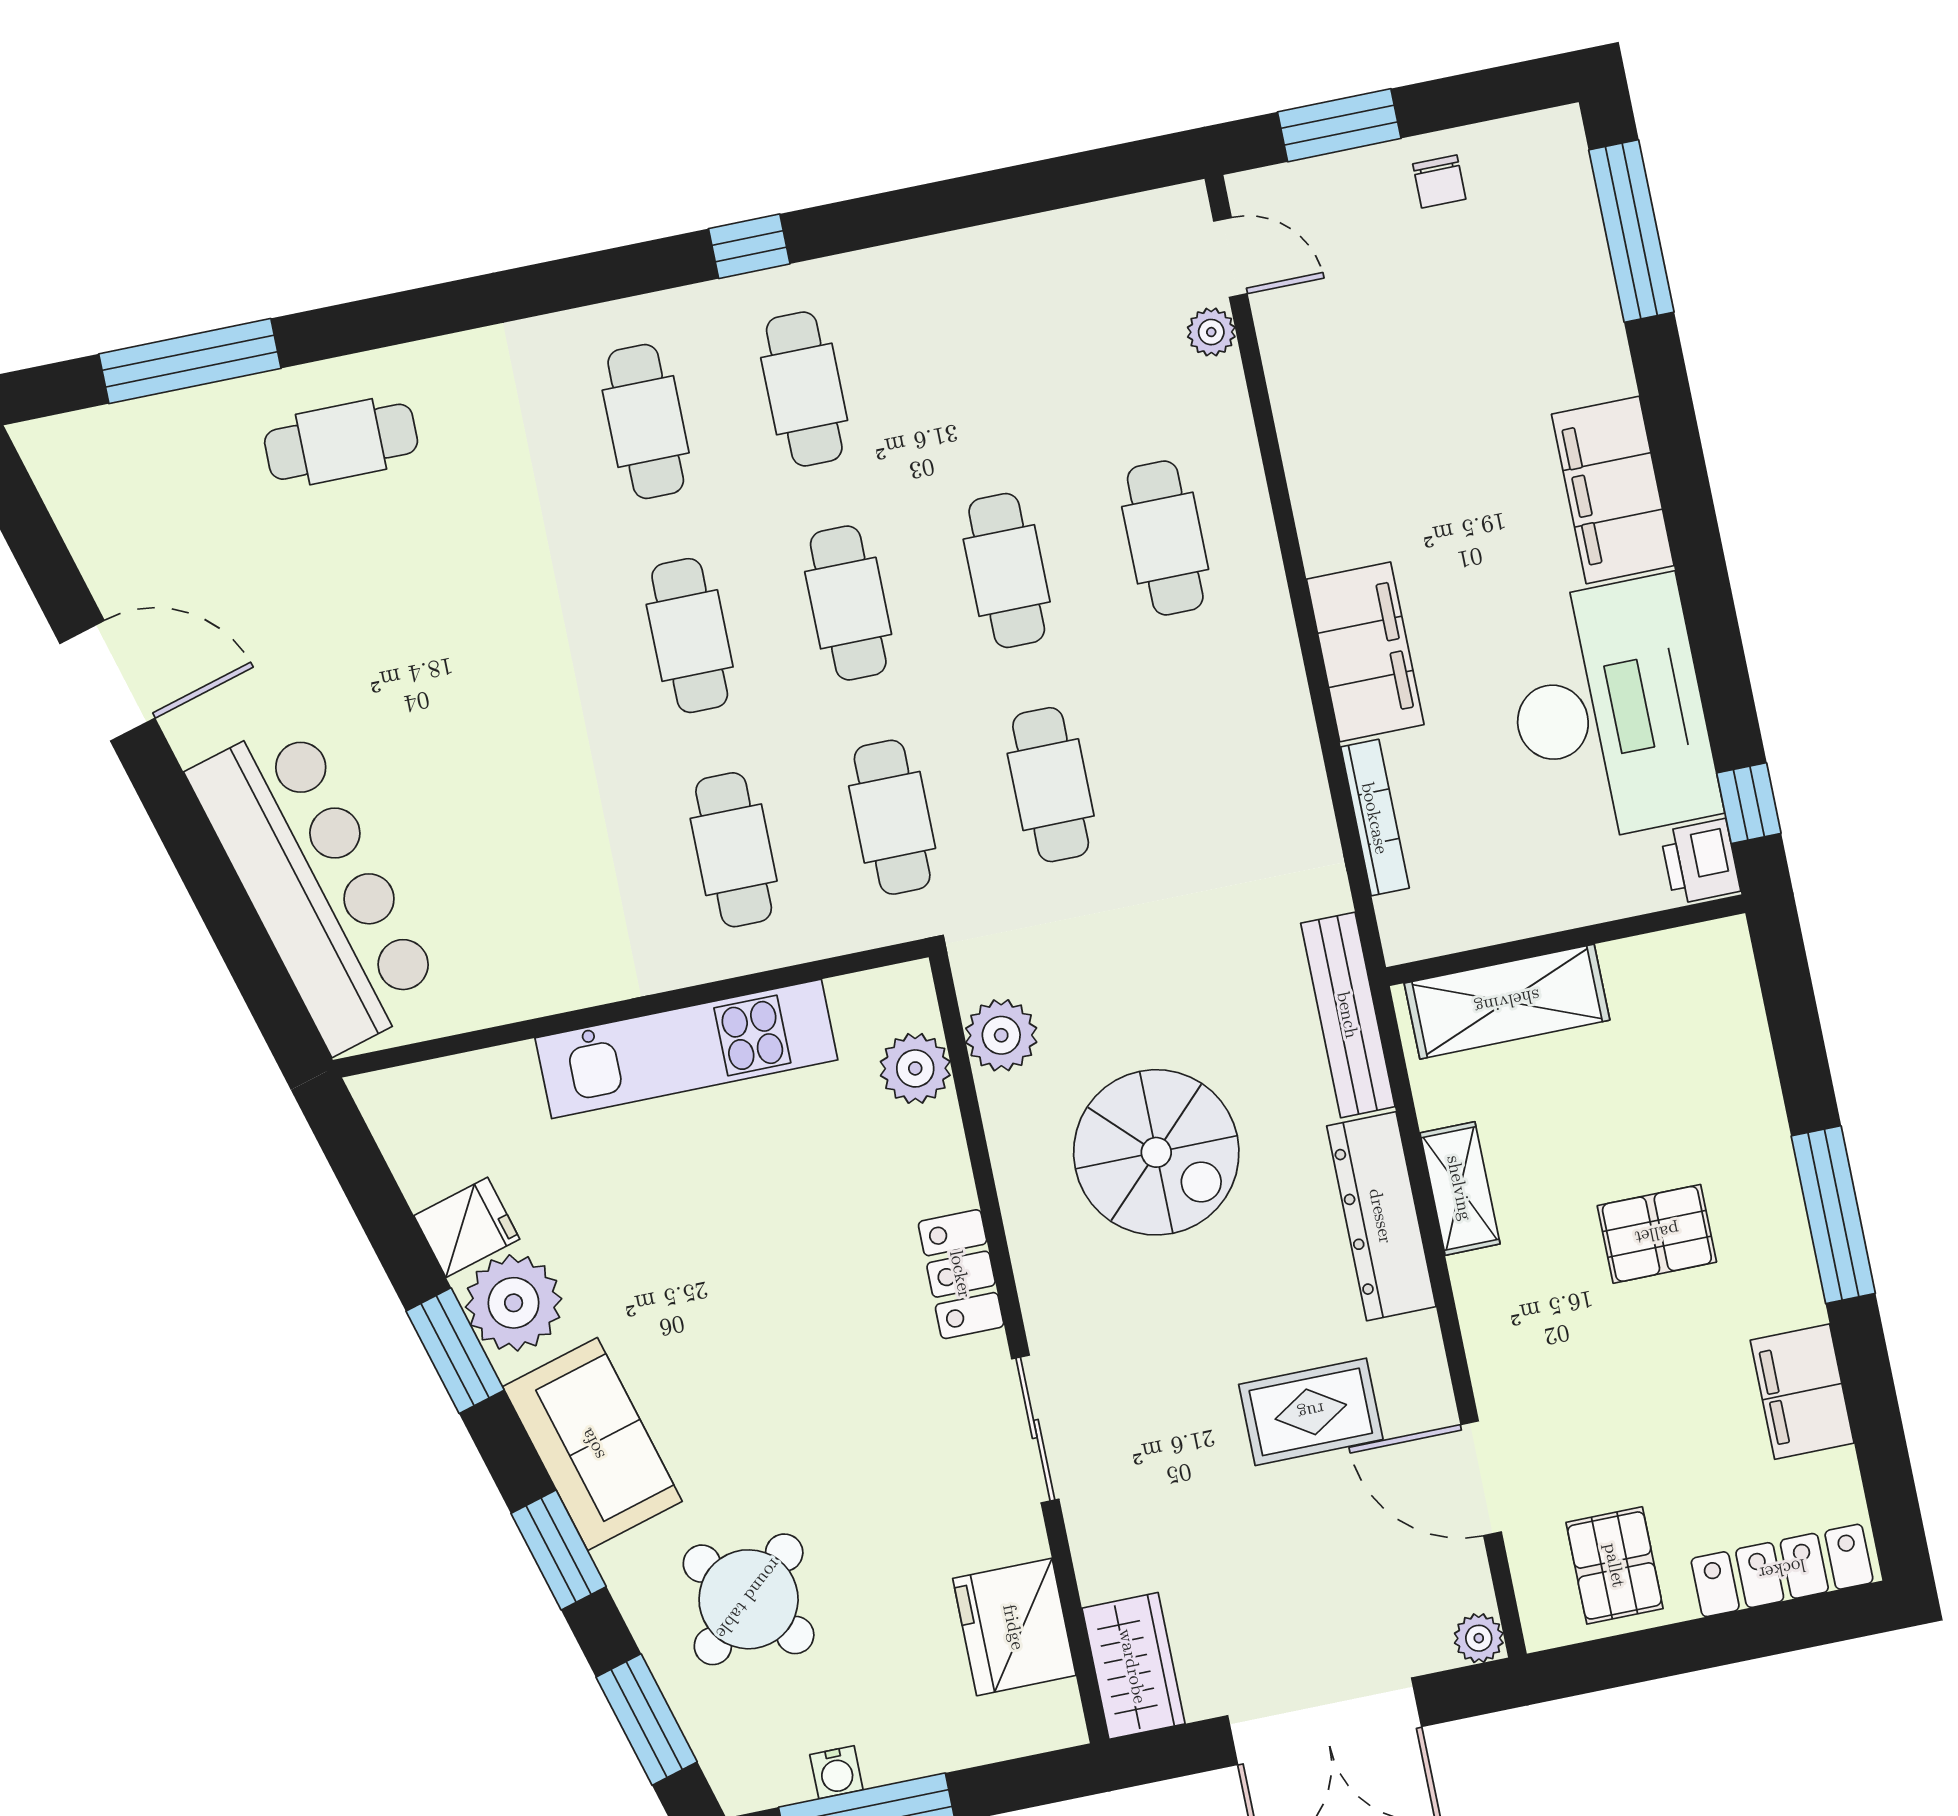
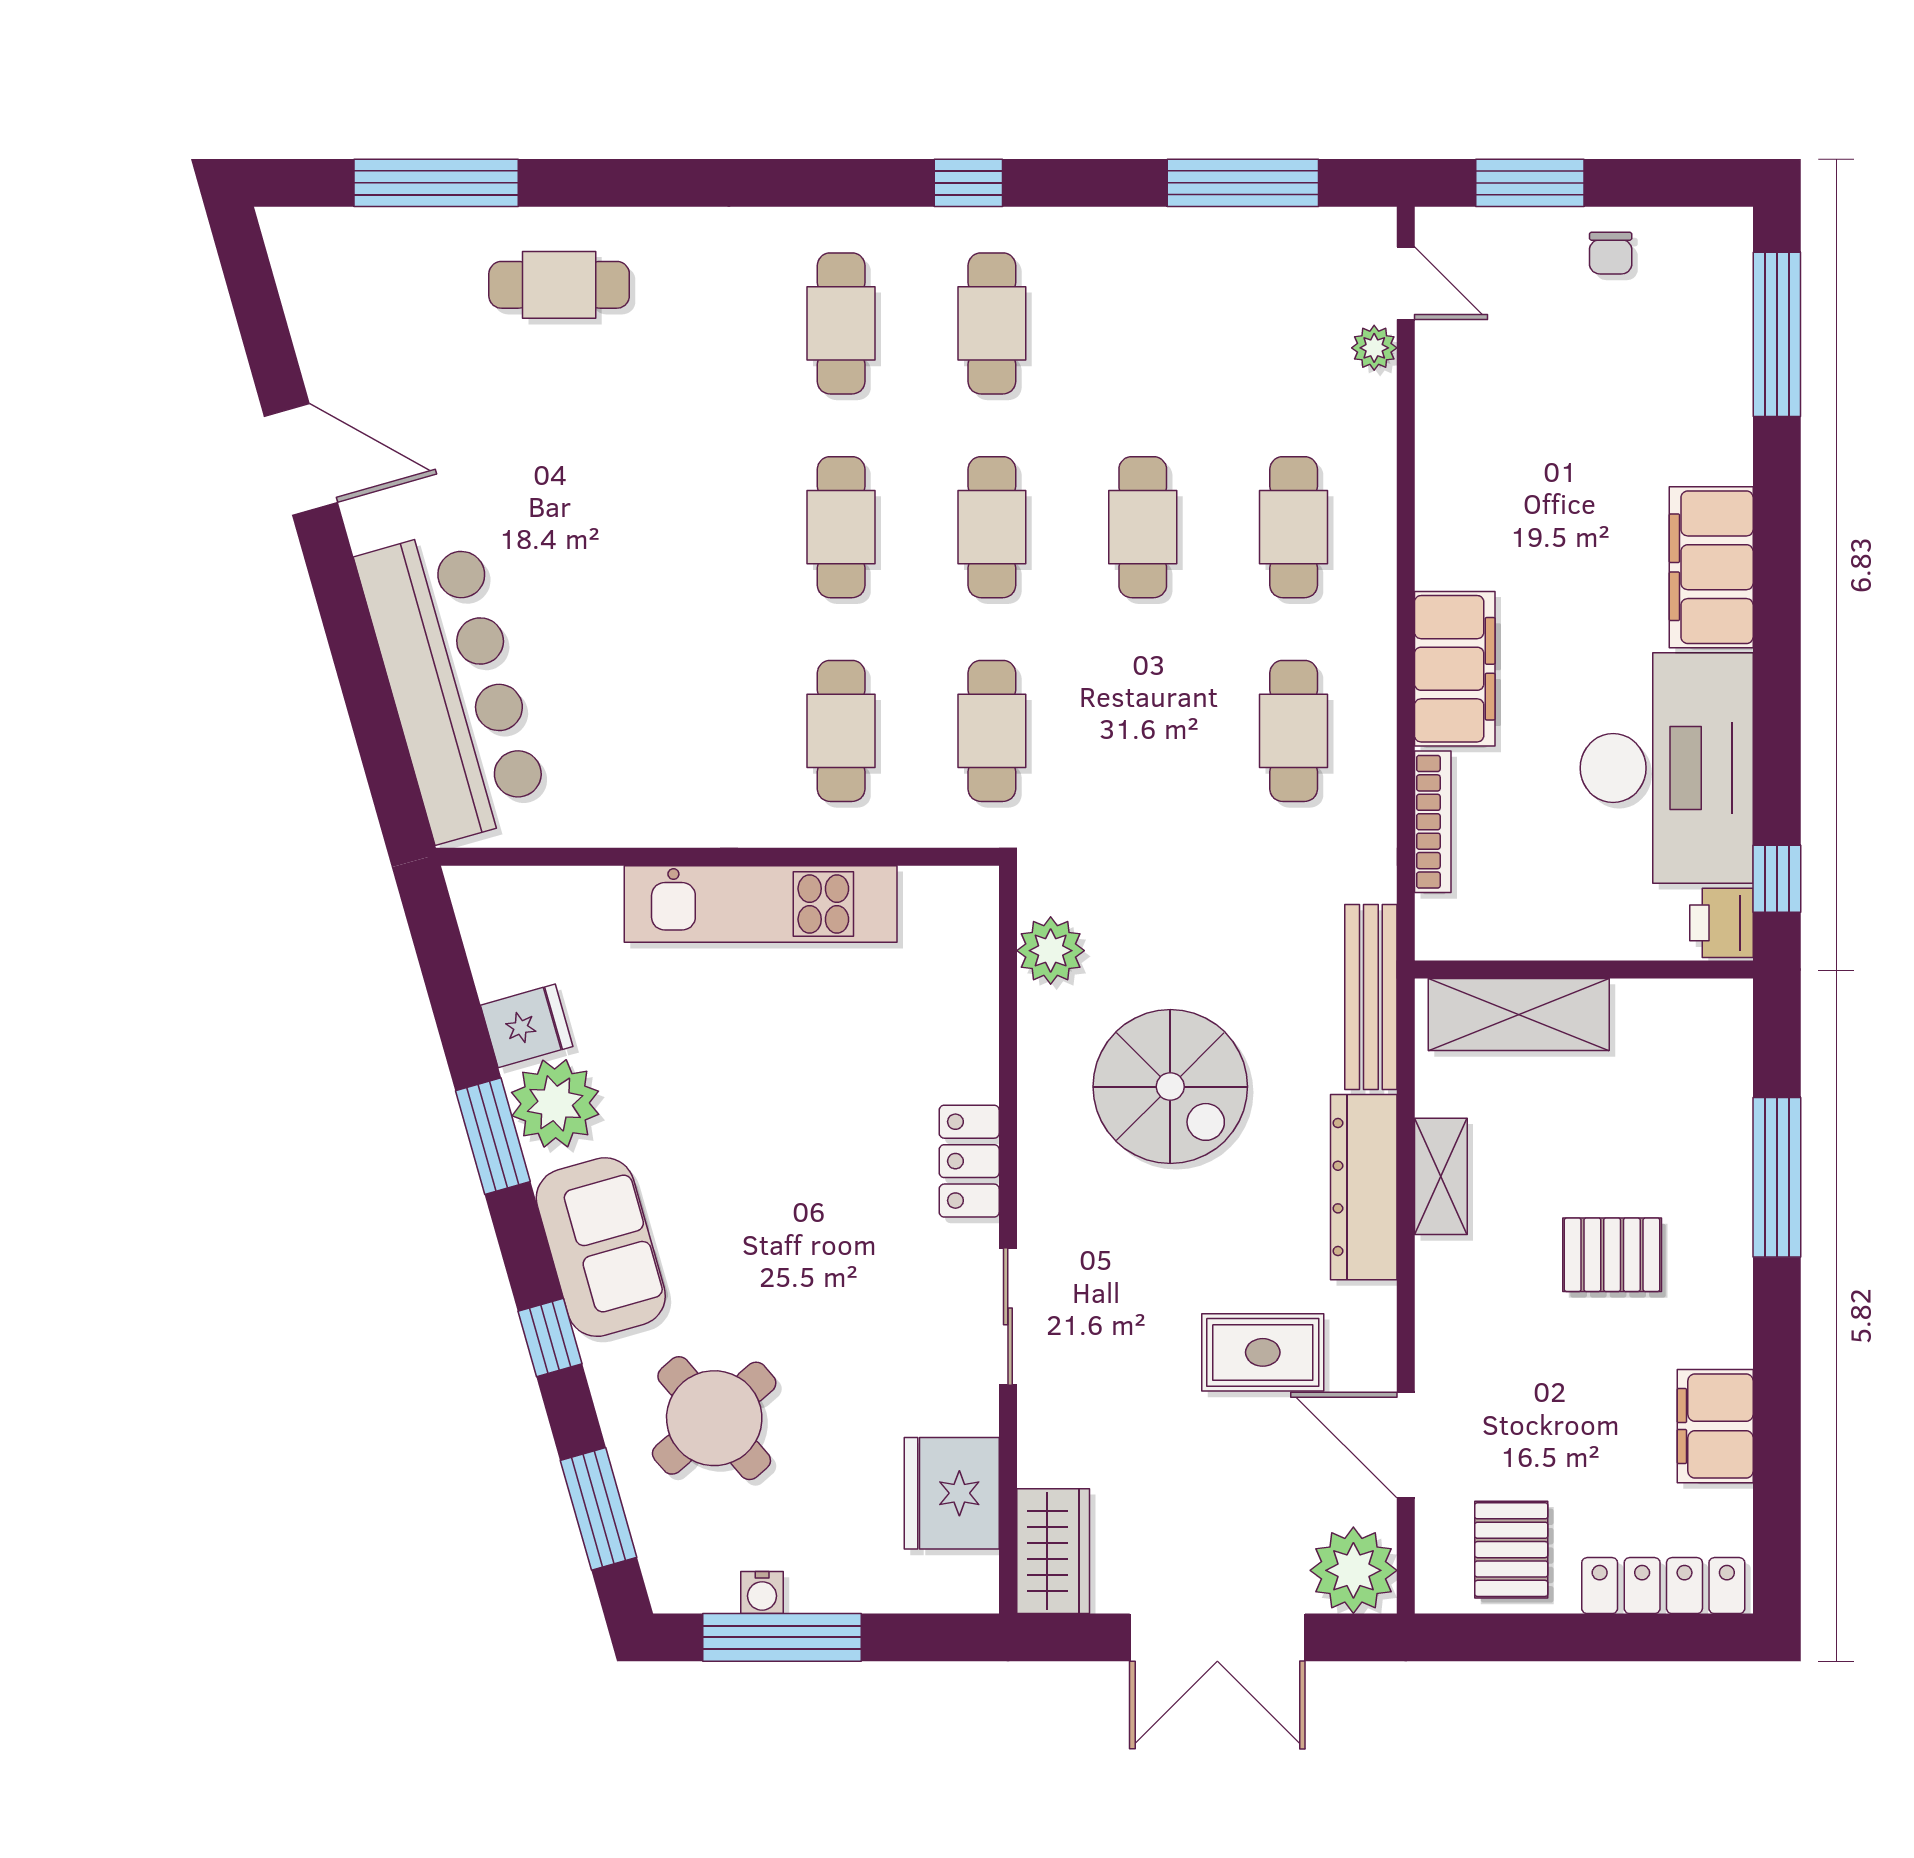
window: (1038, 187) -> (1243, 183), added
cafe table: (1051, 785) -> (1294, 731), moved
plant: (915, 1068) -> (966, 965), removed
window: (1833, 1215) -> (1777, 1177), moved
window: (559, 1550) -> (550, 1337), width x0.67
plant: (1479, 1638) -> (1353, 1570), width x1.88, depth x1.88

